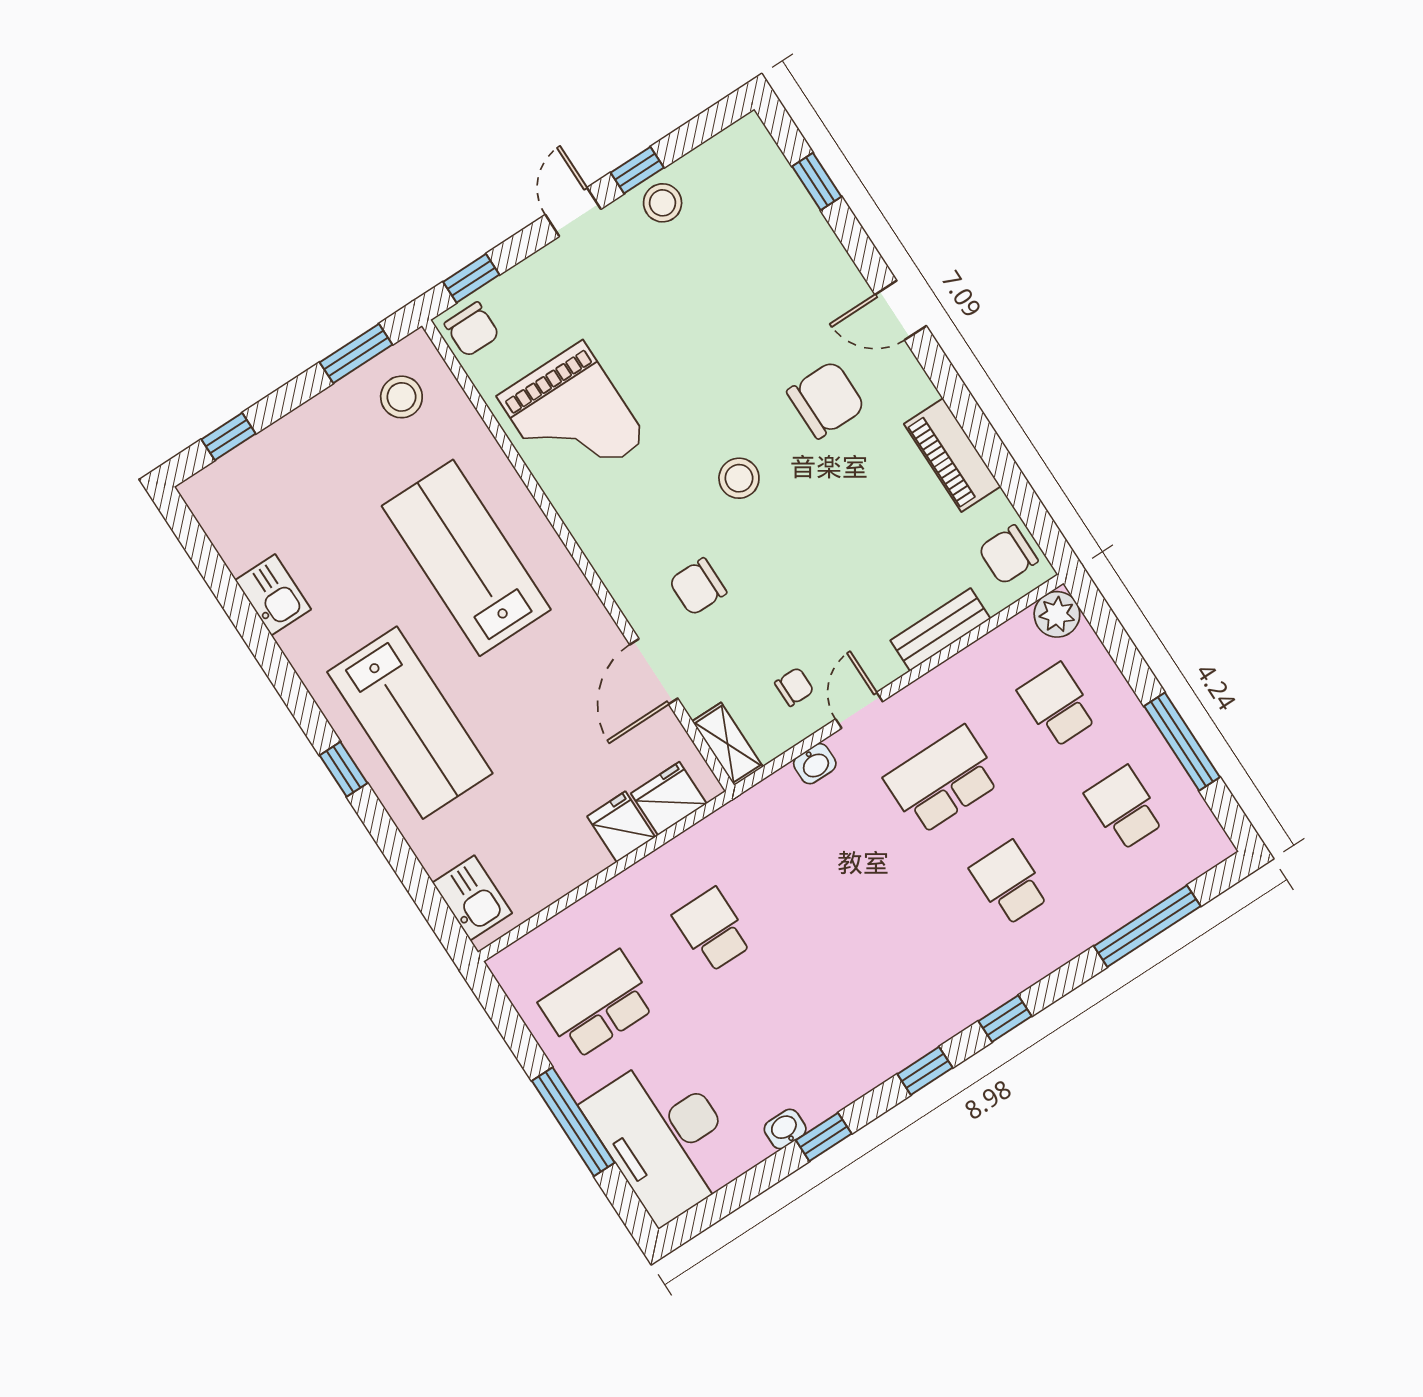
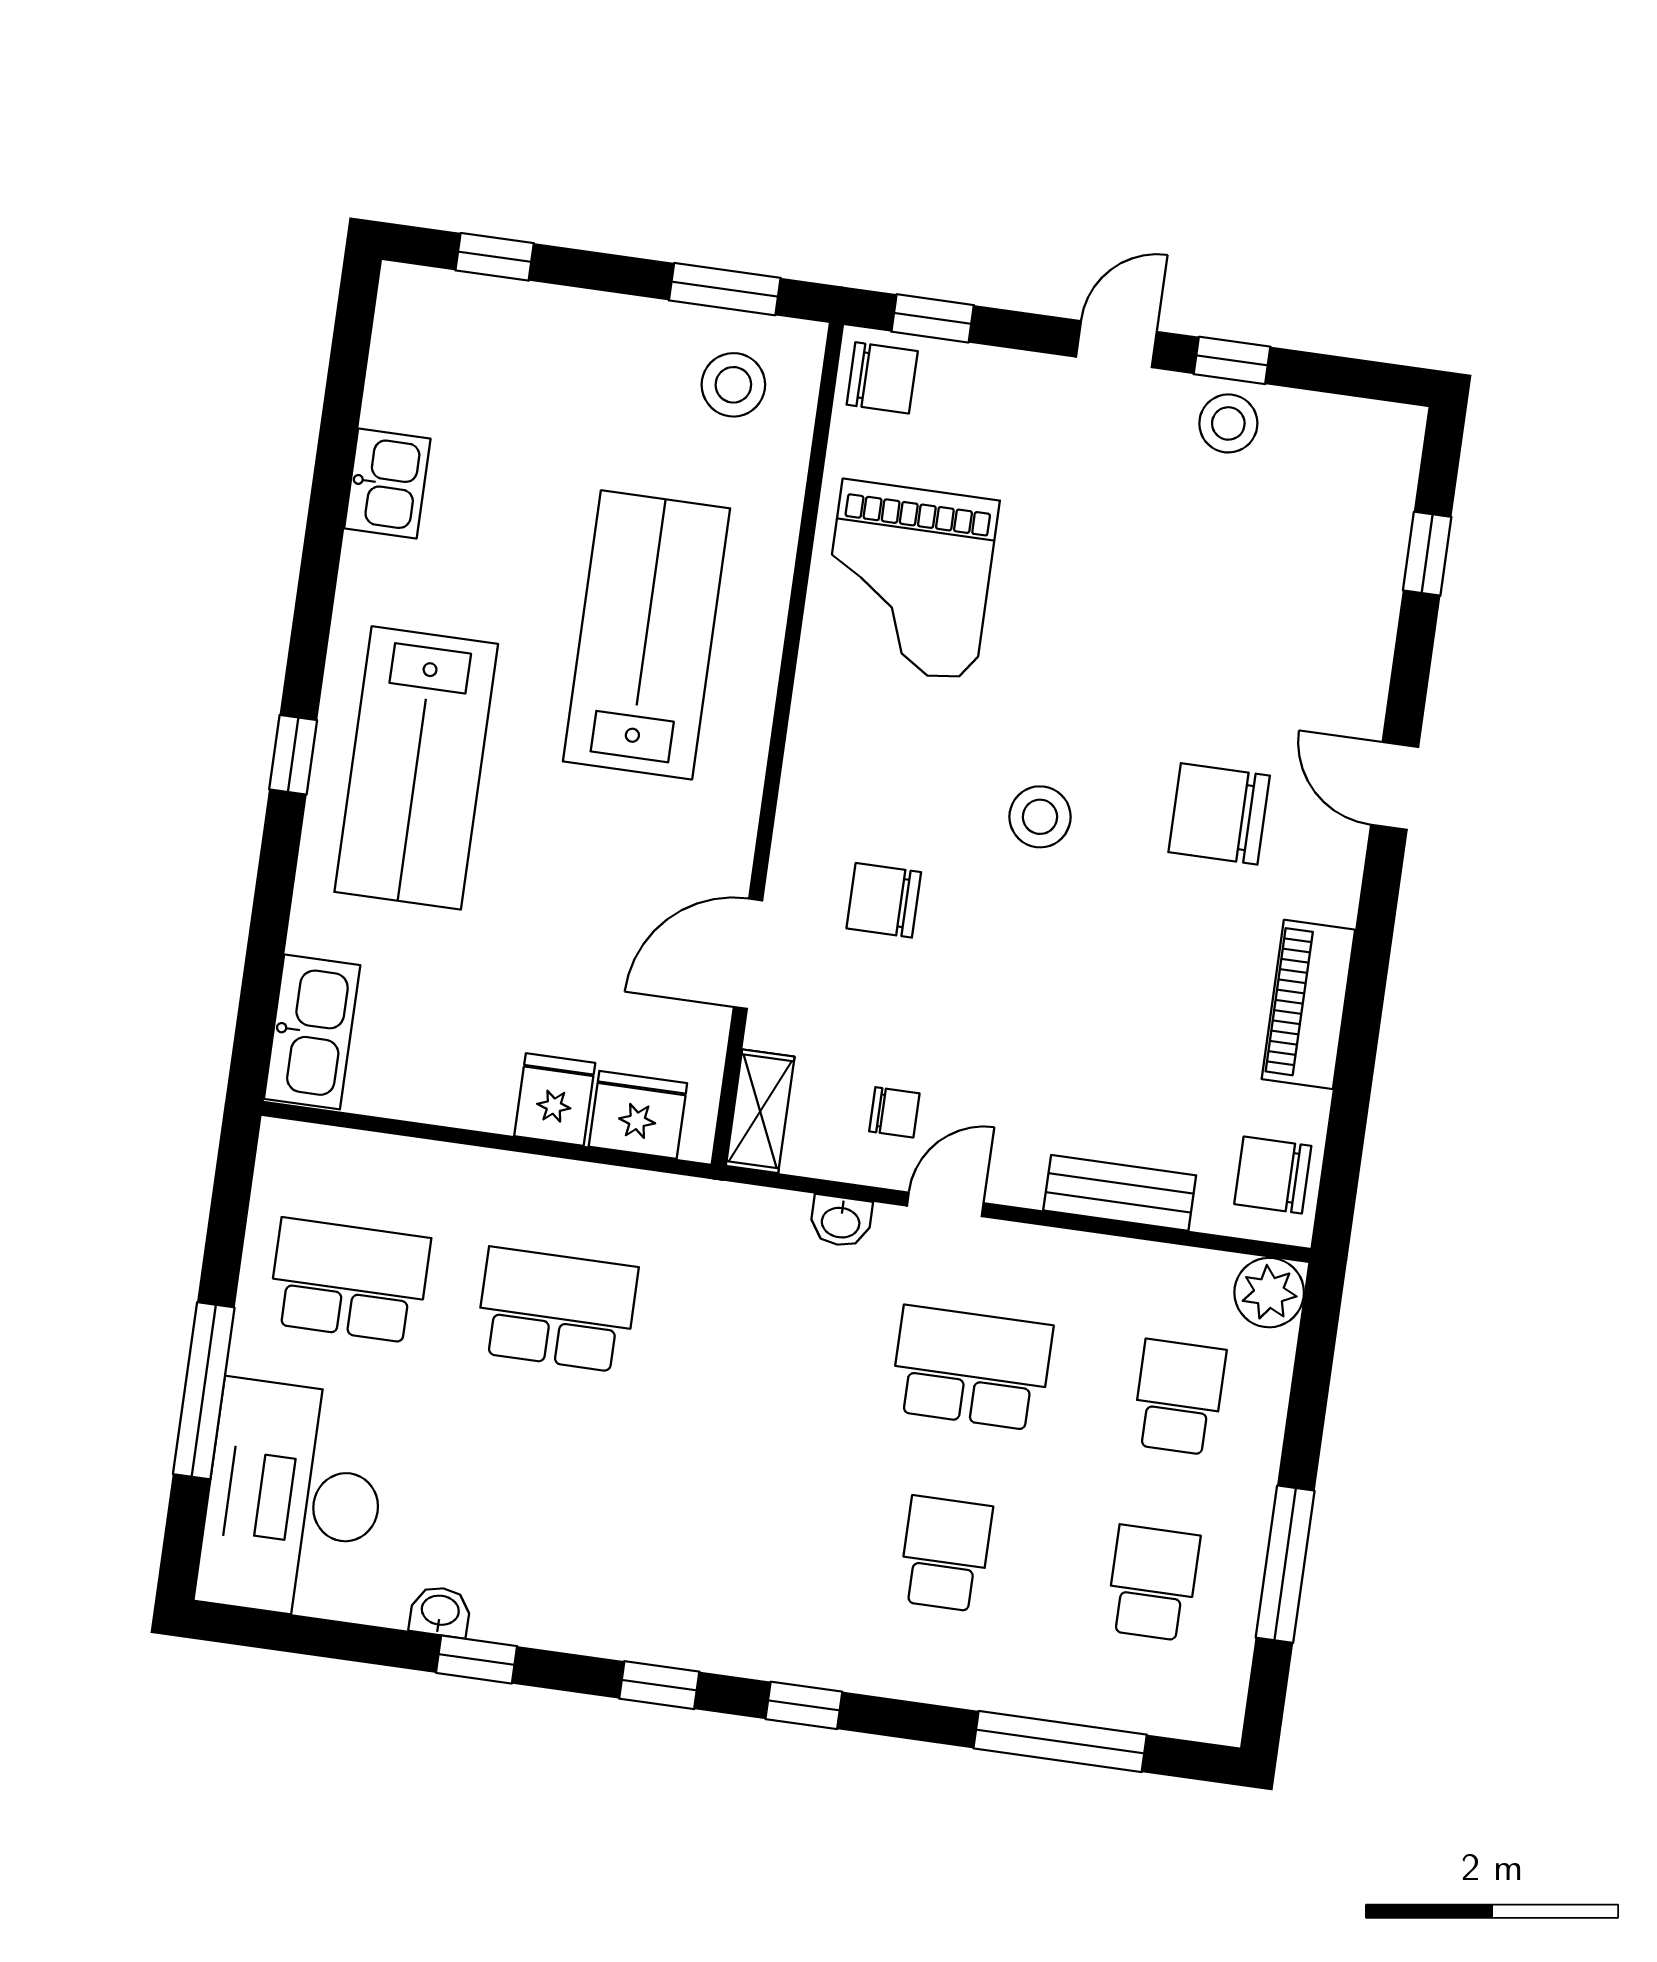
chair: (472, 329) -> (882, 378), turned -90
chair: (826, 400) -> (1219, 814), turned 180
kitchen sink: (472, 898) -> (312, 1032), width x1.38
school desk: (713, 930) -> (557, 1310), width x1.85

